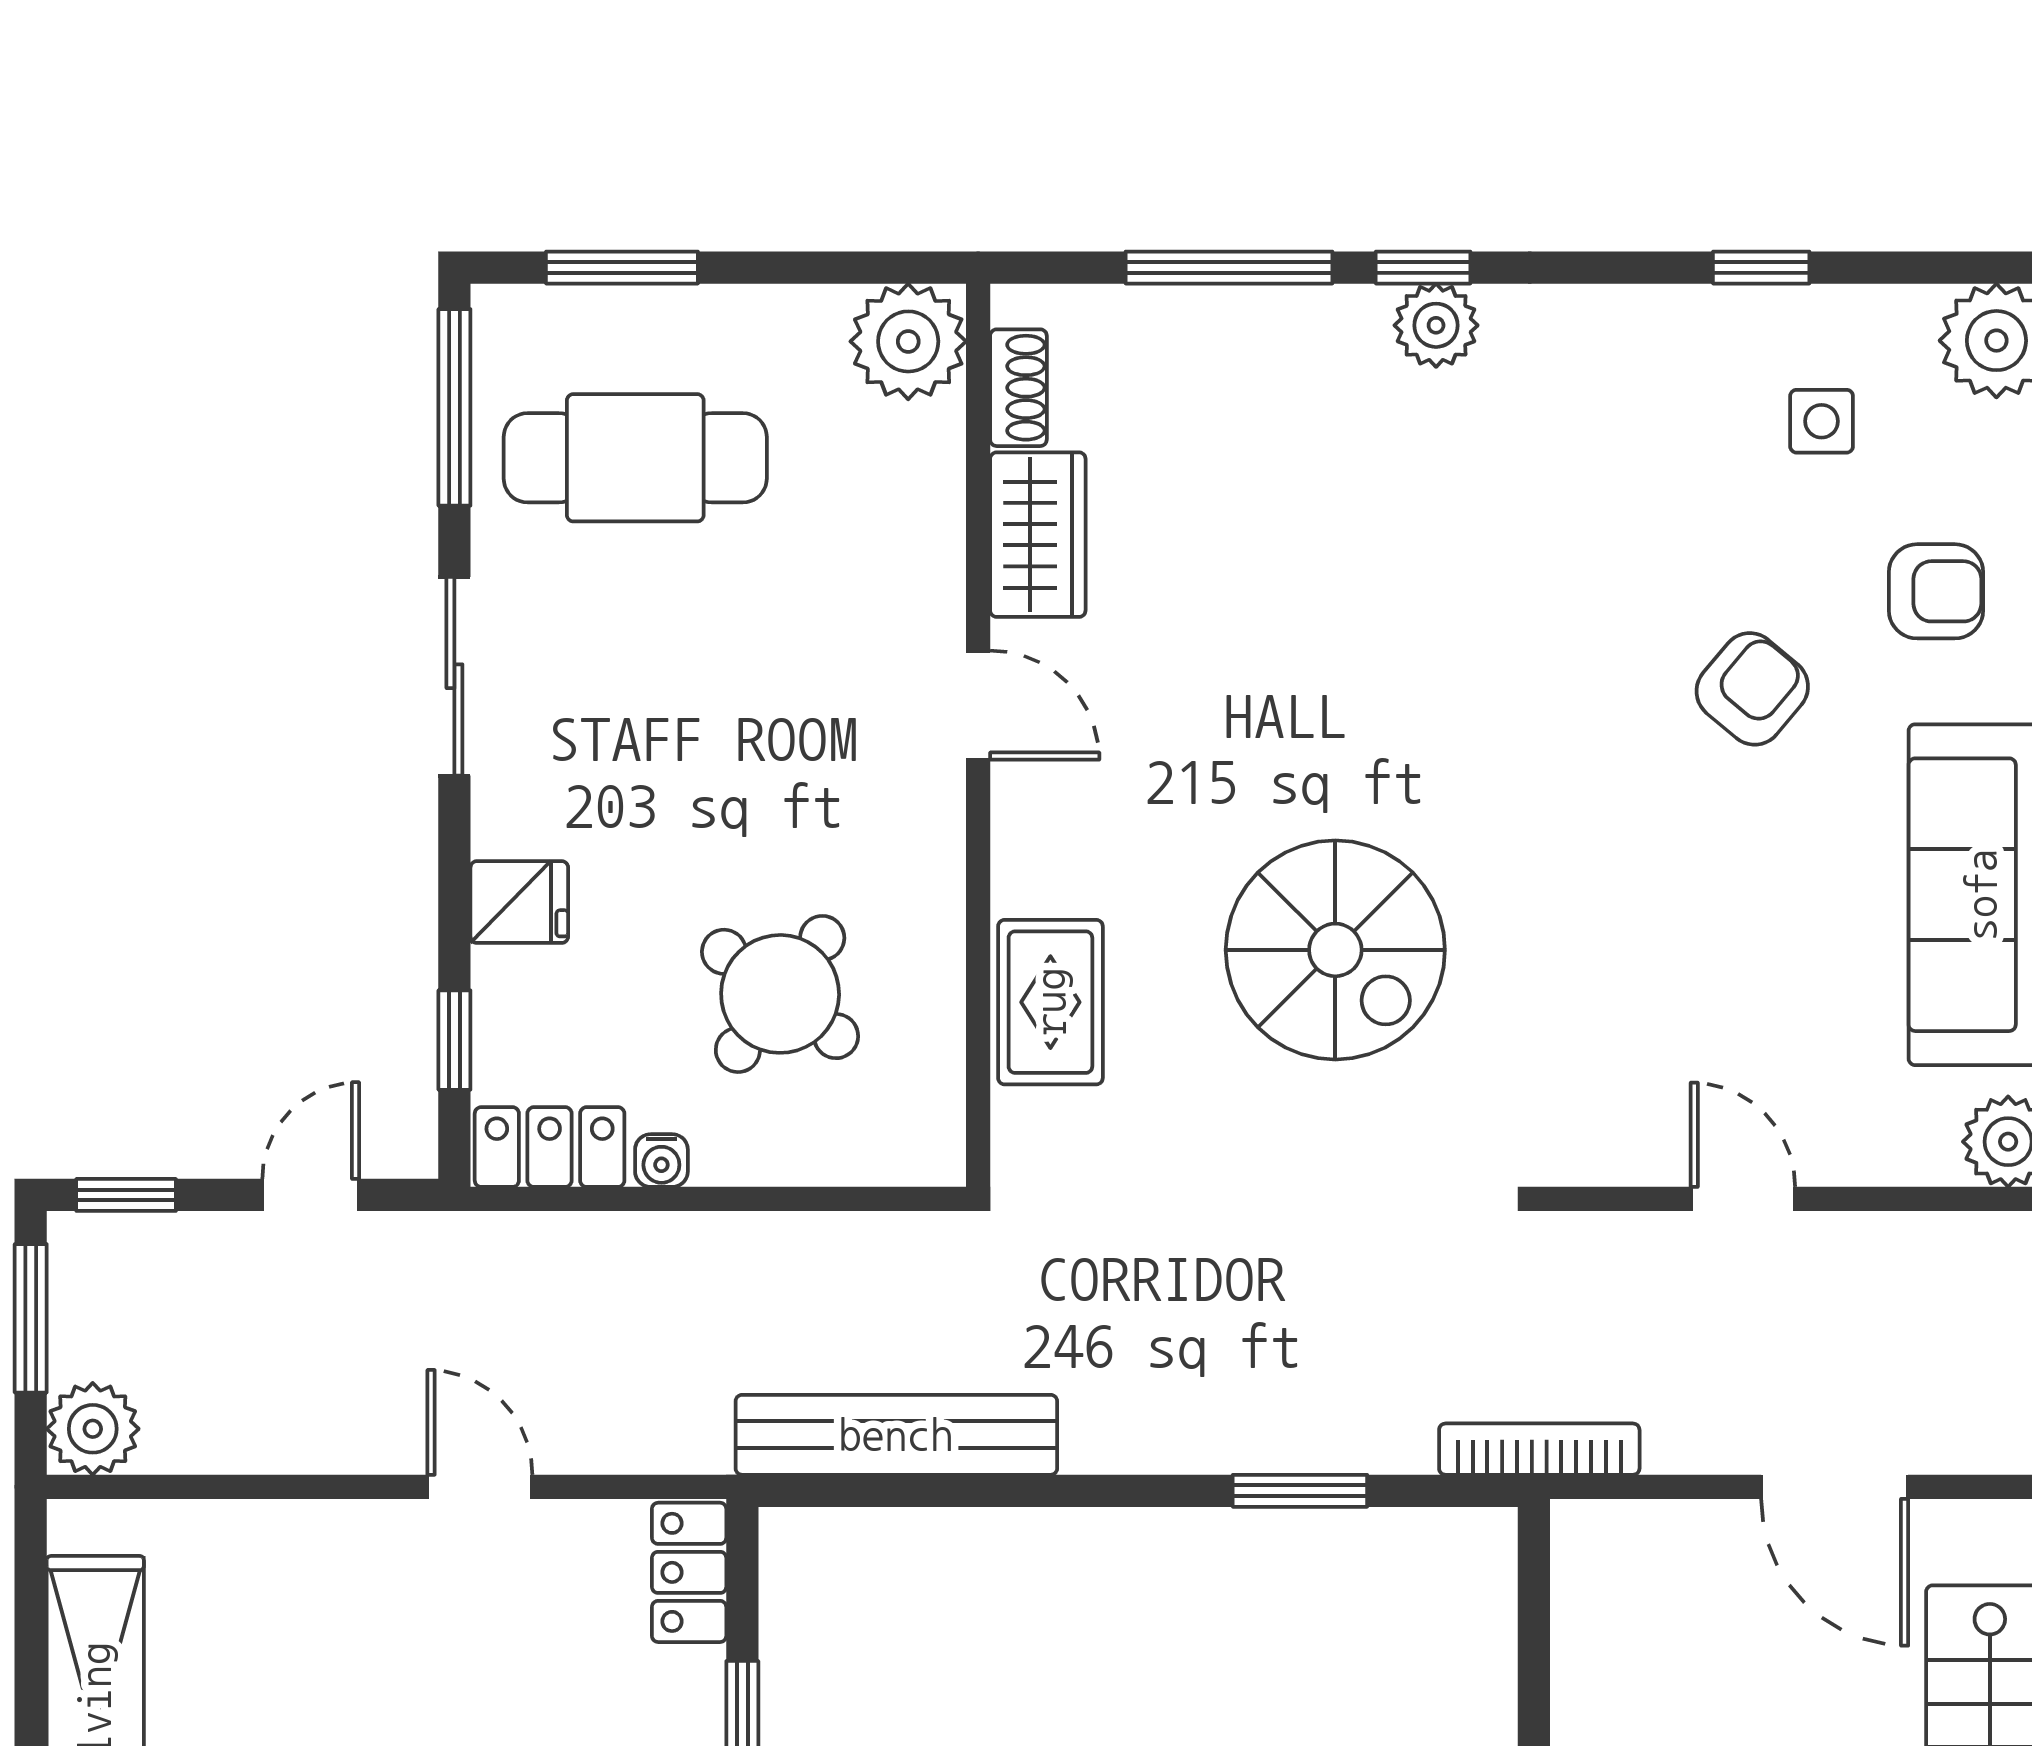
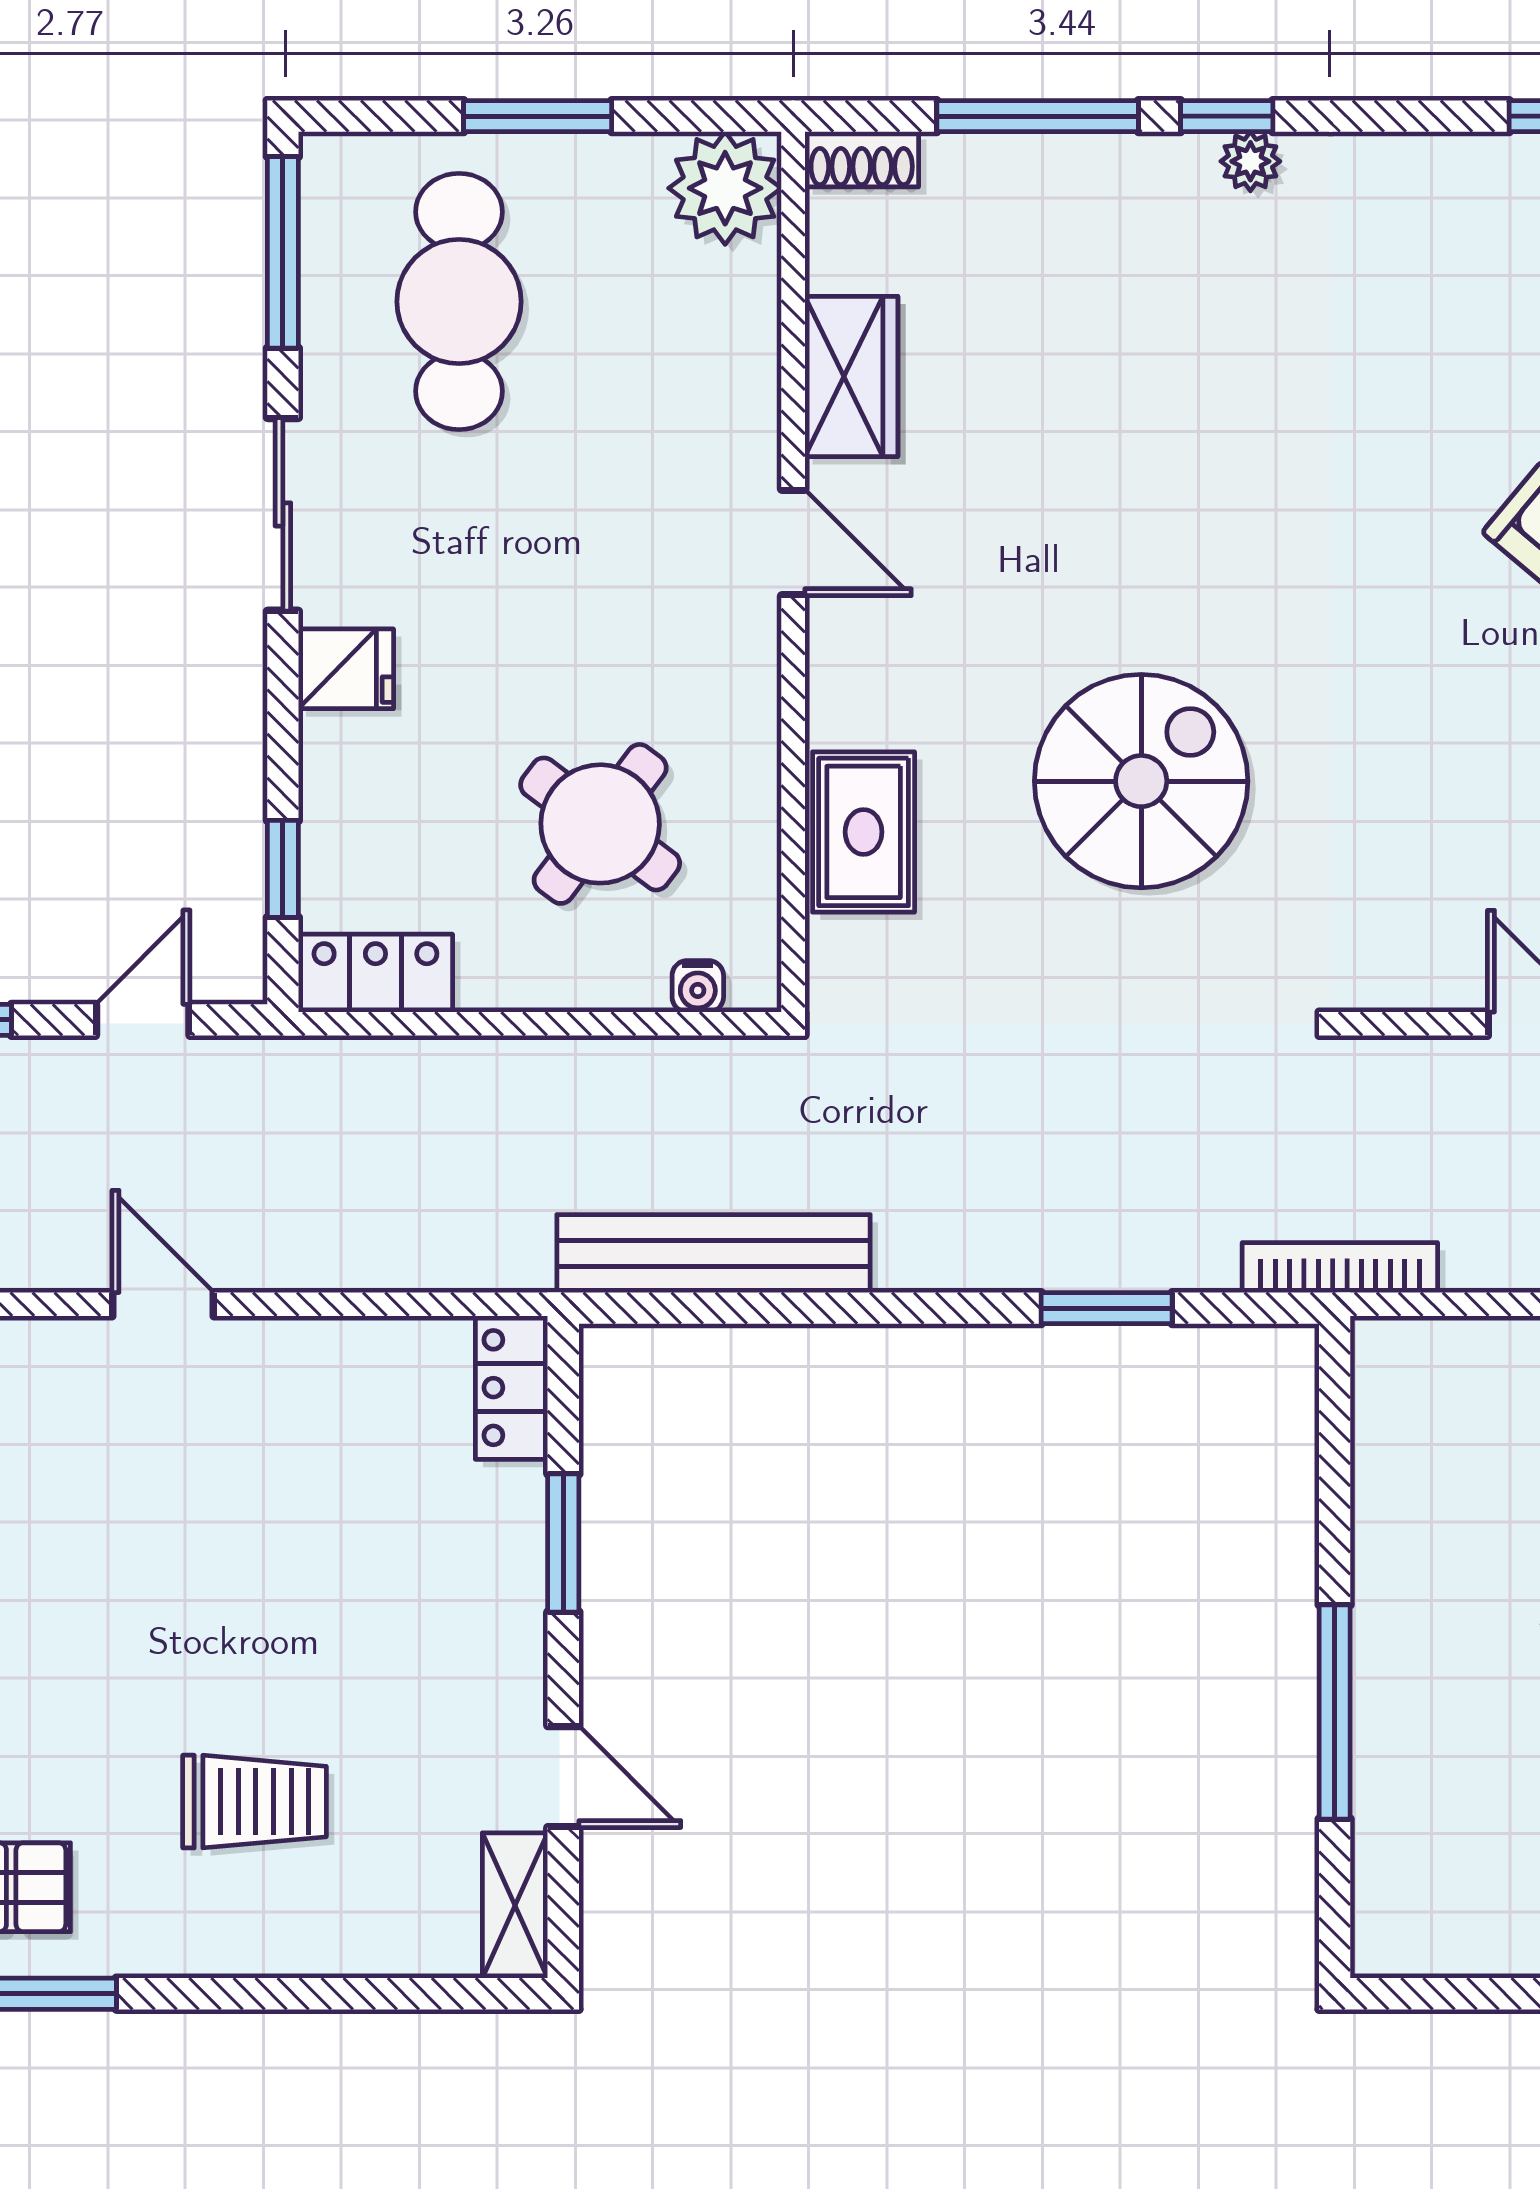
window: (622, 268) -> (538, 116), moved
plant: (1436, 325) -> (1250, 161), width x0.73, depth x0.73
shoe rack: (1018, 388) -> (862, 159), moved, turned 90
cafe table: (635, 458) -> (459, 302), turned 90
fridge: (519, 902) -> (346, 669), moved
spiral stairs: (1335, 950) -> (1141, 781), turned -90
water cooler: (661, 1161) -> (698, 986), moved
door: (480, 1487) -> (163, 1304), moved

